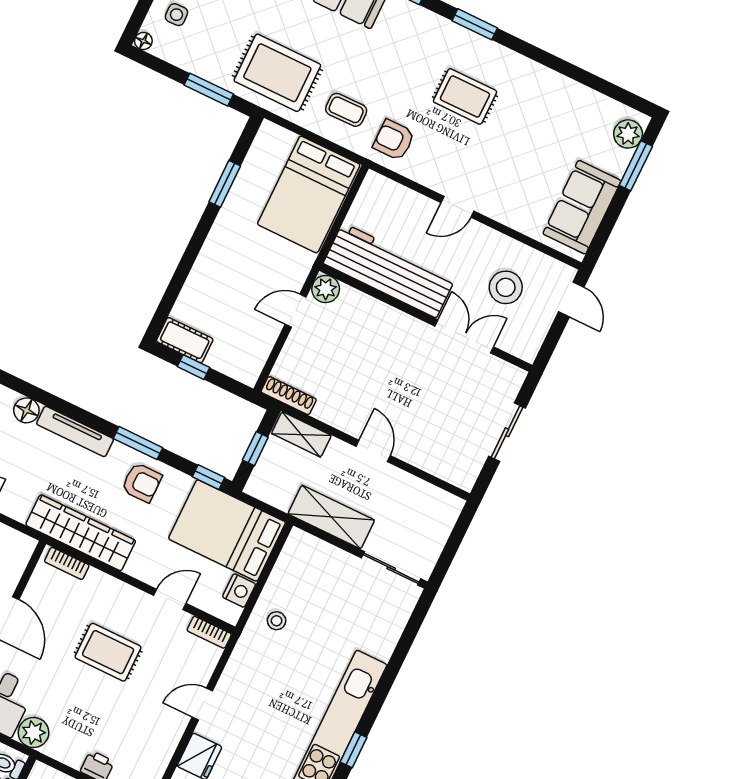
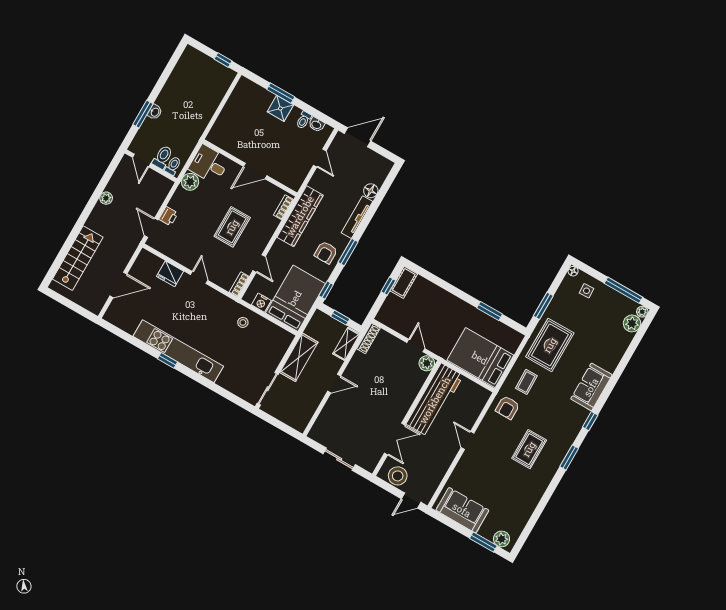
armchair: (394, 140) -> (508, 407), turned 180
stool: (506, 287) -> (398, 476), moved

